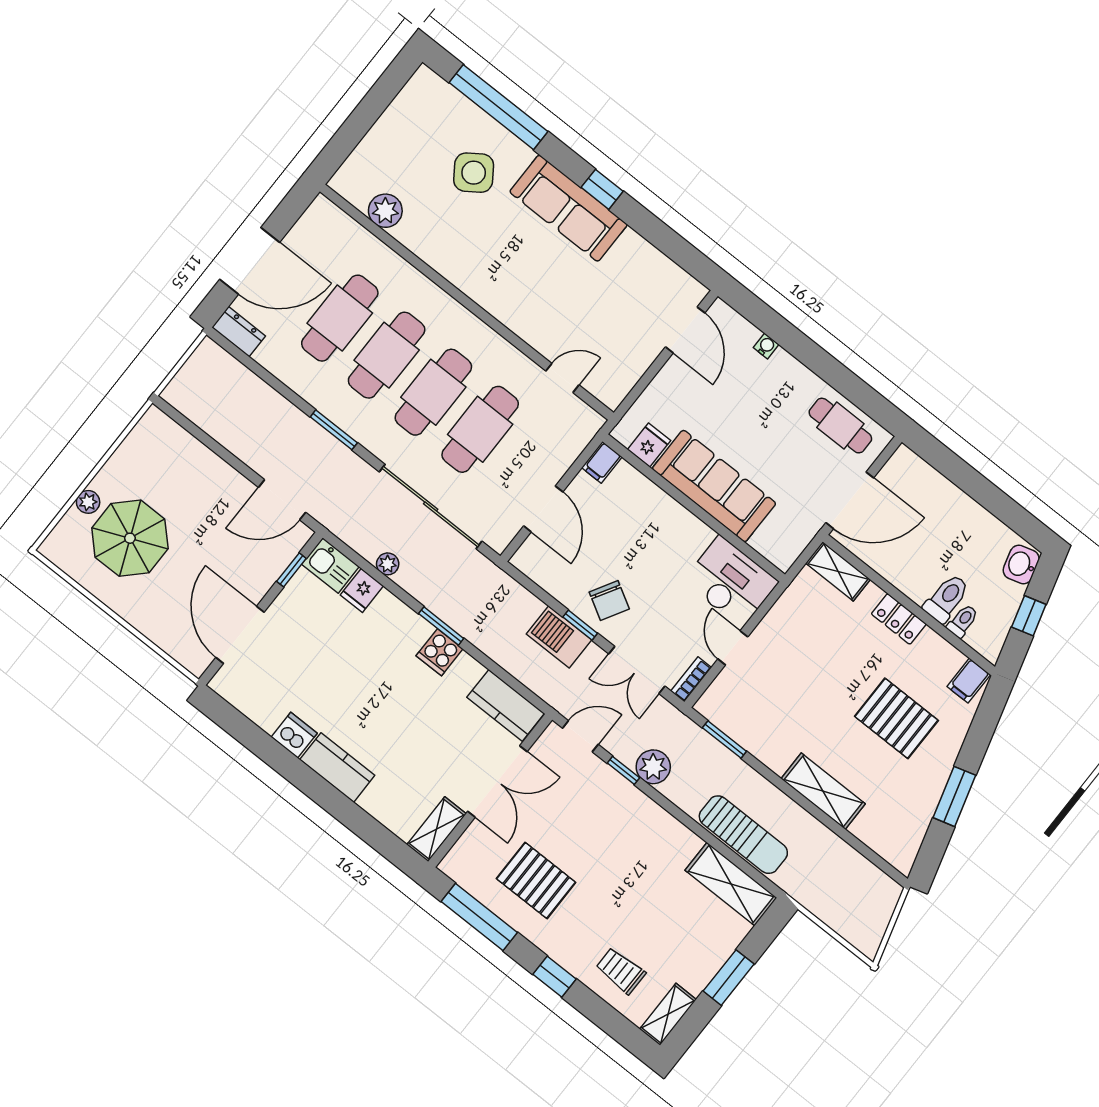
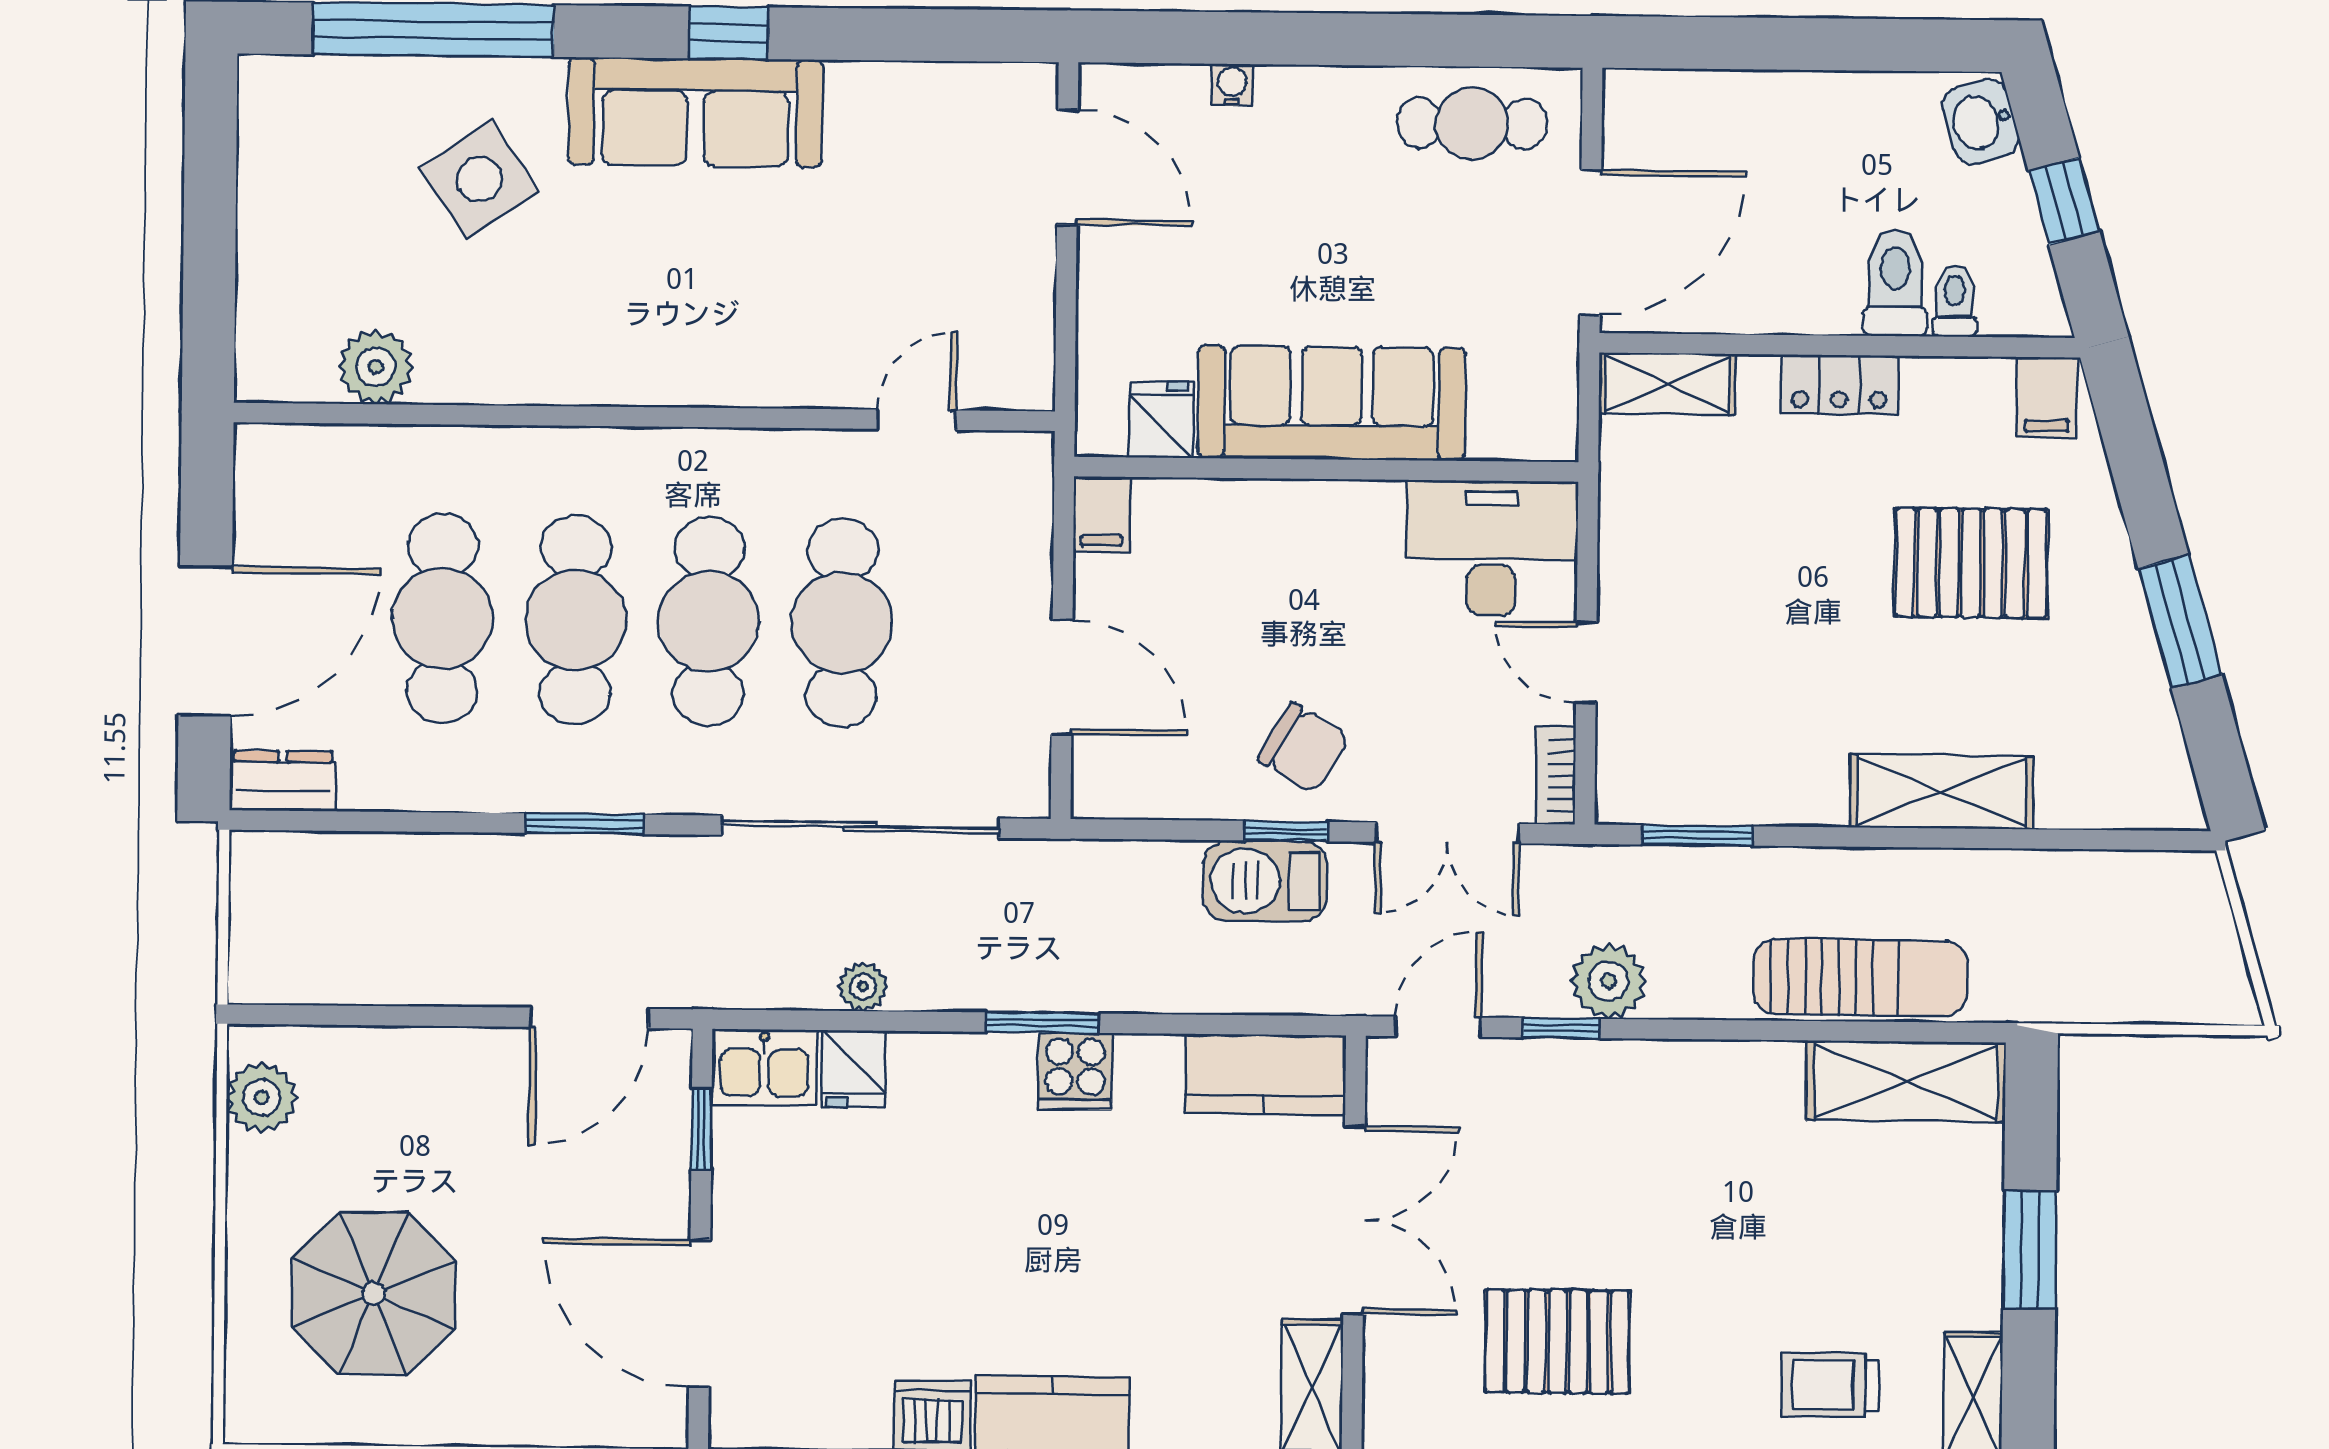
plant: (88, 502) -> (262, 1098), moved, width x1.38, depth x1.38

